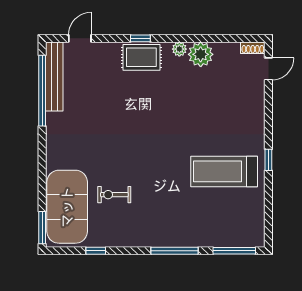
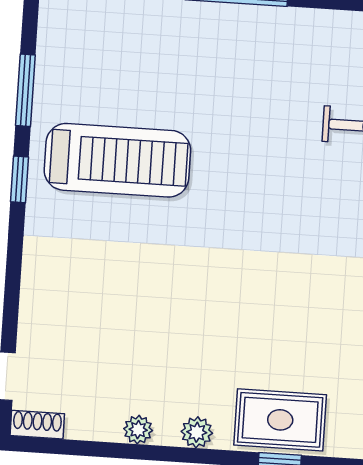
plant: (201, 54) -> (138, 430), width x0.53, depth x0.53
window: (268, 201) -> (25, 90), added

